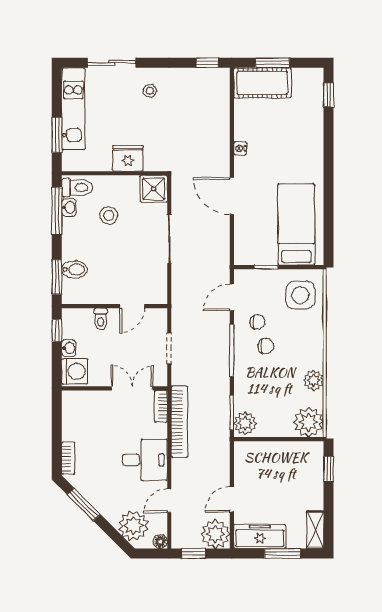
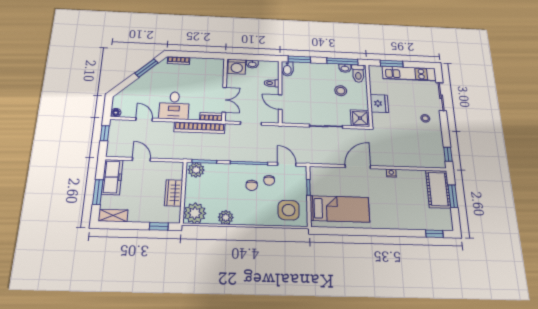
bidet: (74, 270) -> (287, 69), moved
window: (57, 330) -> (264, 58), removed
wardrobe: (280, 452) -> (174, 193), added
plant: (133, 526) -> (129, 97), removed
plant: (215, 534) -> (117, 148), removed

